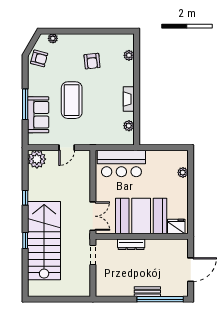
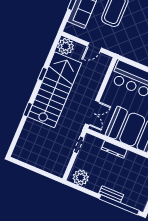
stairs: (44, 241) -> (54, 90), moved
plant: (109, 288) -> (81, 178), added

